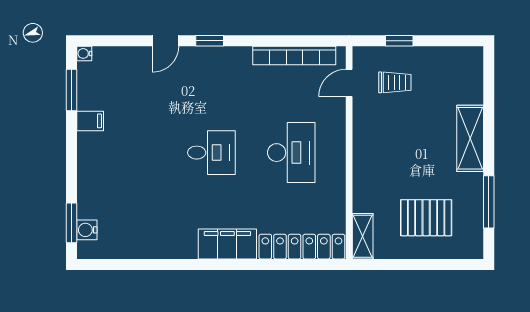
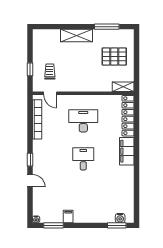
pallet: (426, 218) -> (114, 57), turned 90

